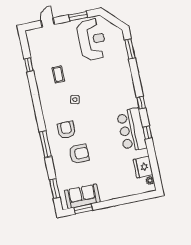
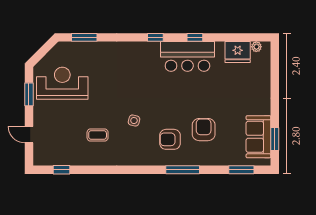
window: (29, 65) -> (62, 170), moved

